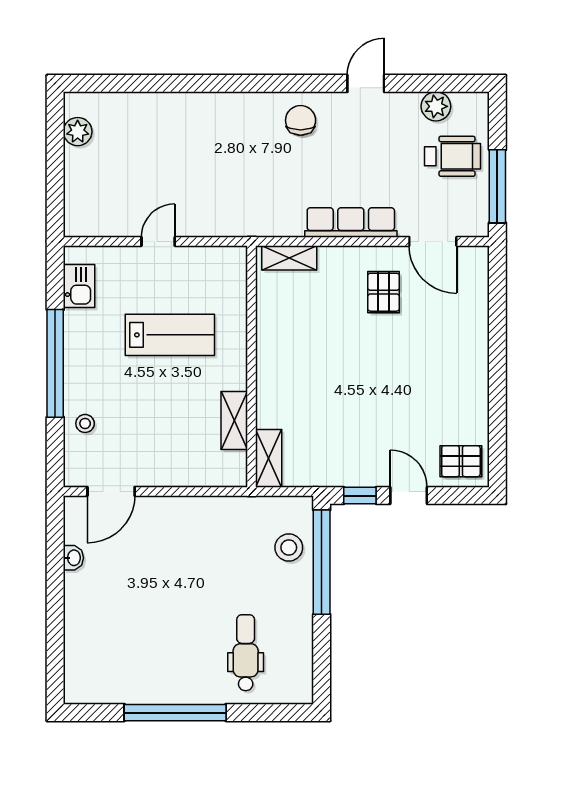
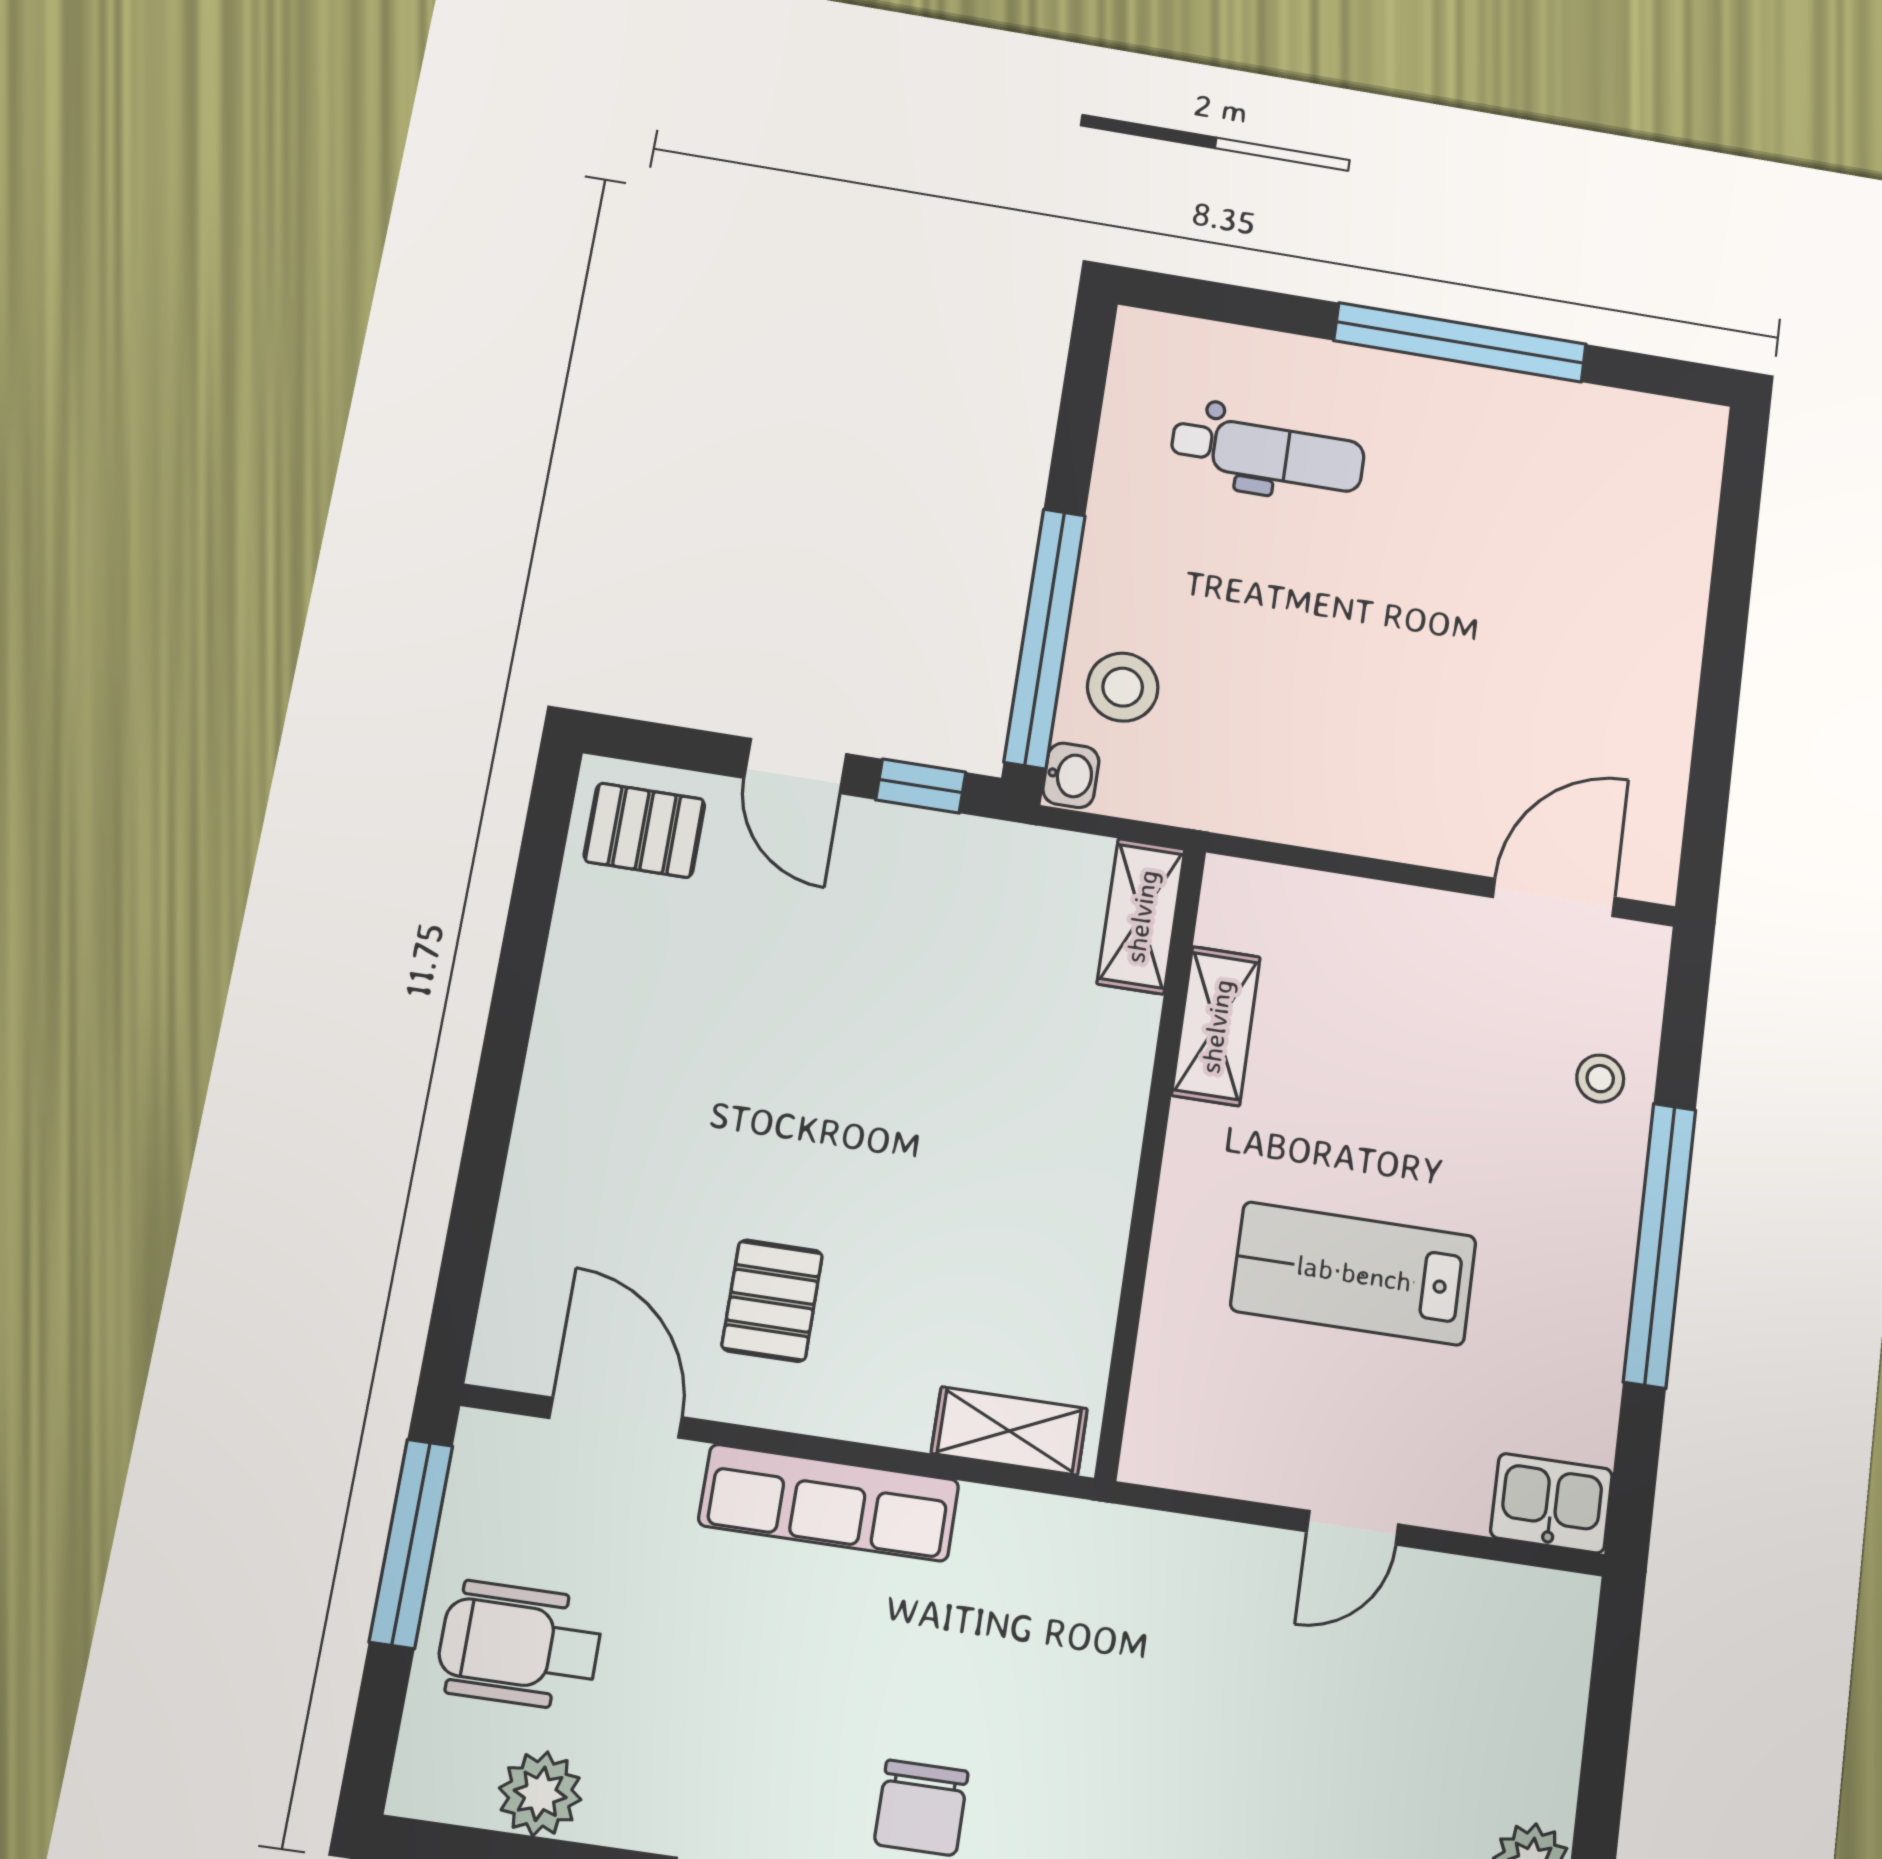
kitchen sink: (79, 286) -> (1551, 1503), moved, turned 90
washbasin: (73, 558) -> (1071, 775), moved, turned 180
dental chair: (246, 653) -> (1268, 453), turned -90

